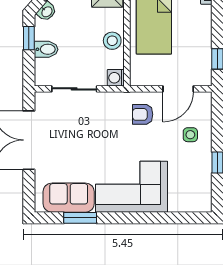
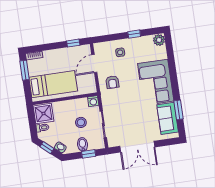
window: (29, 38) -> (89, 154), moved
stool: (112, 41) -> (81, 122), moved
door: (178, 89) -> (94, 63), swing flipped
plant: (201, 203) -> (159, 40), added

